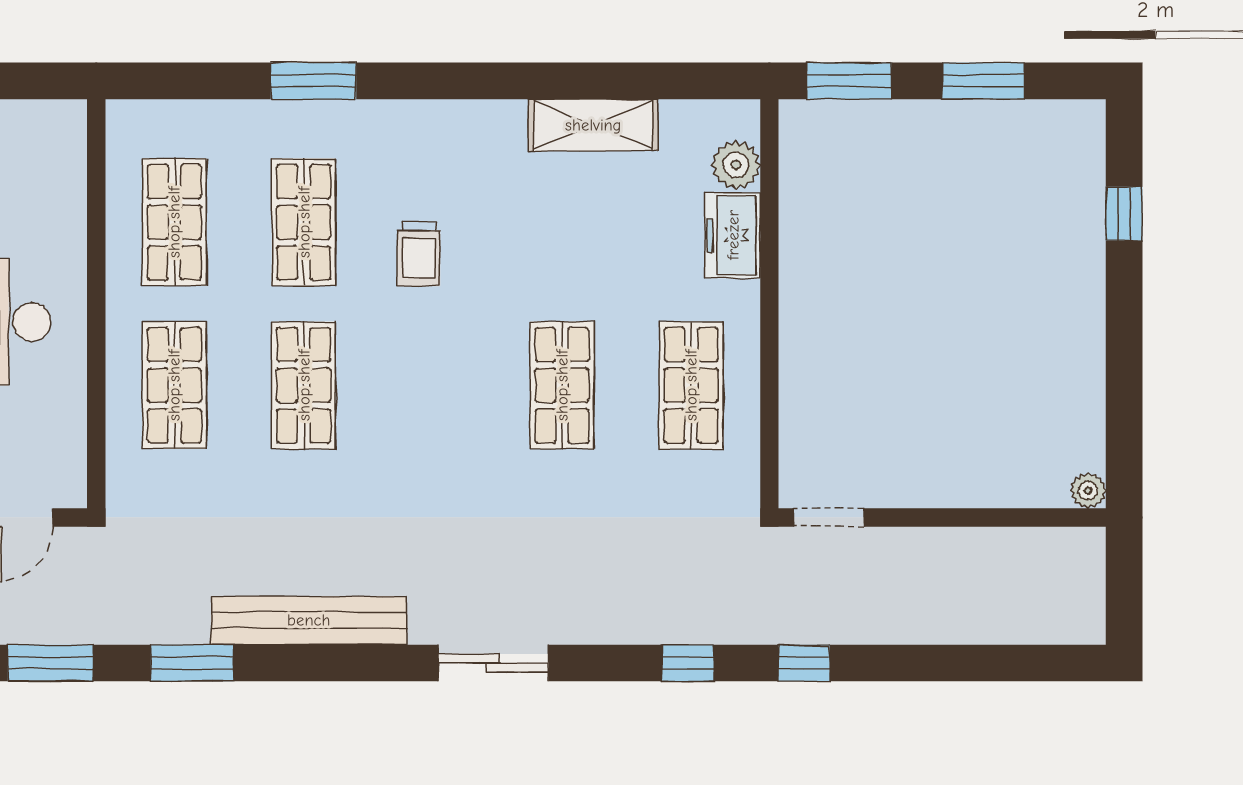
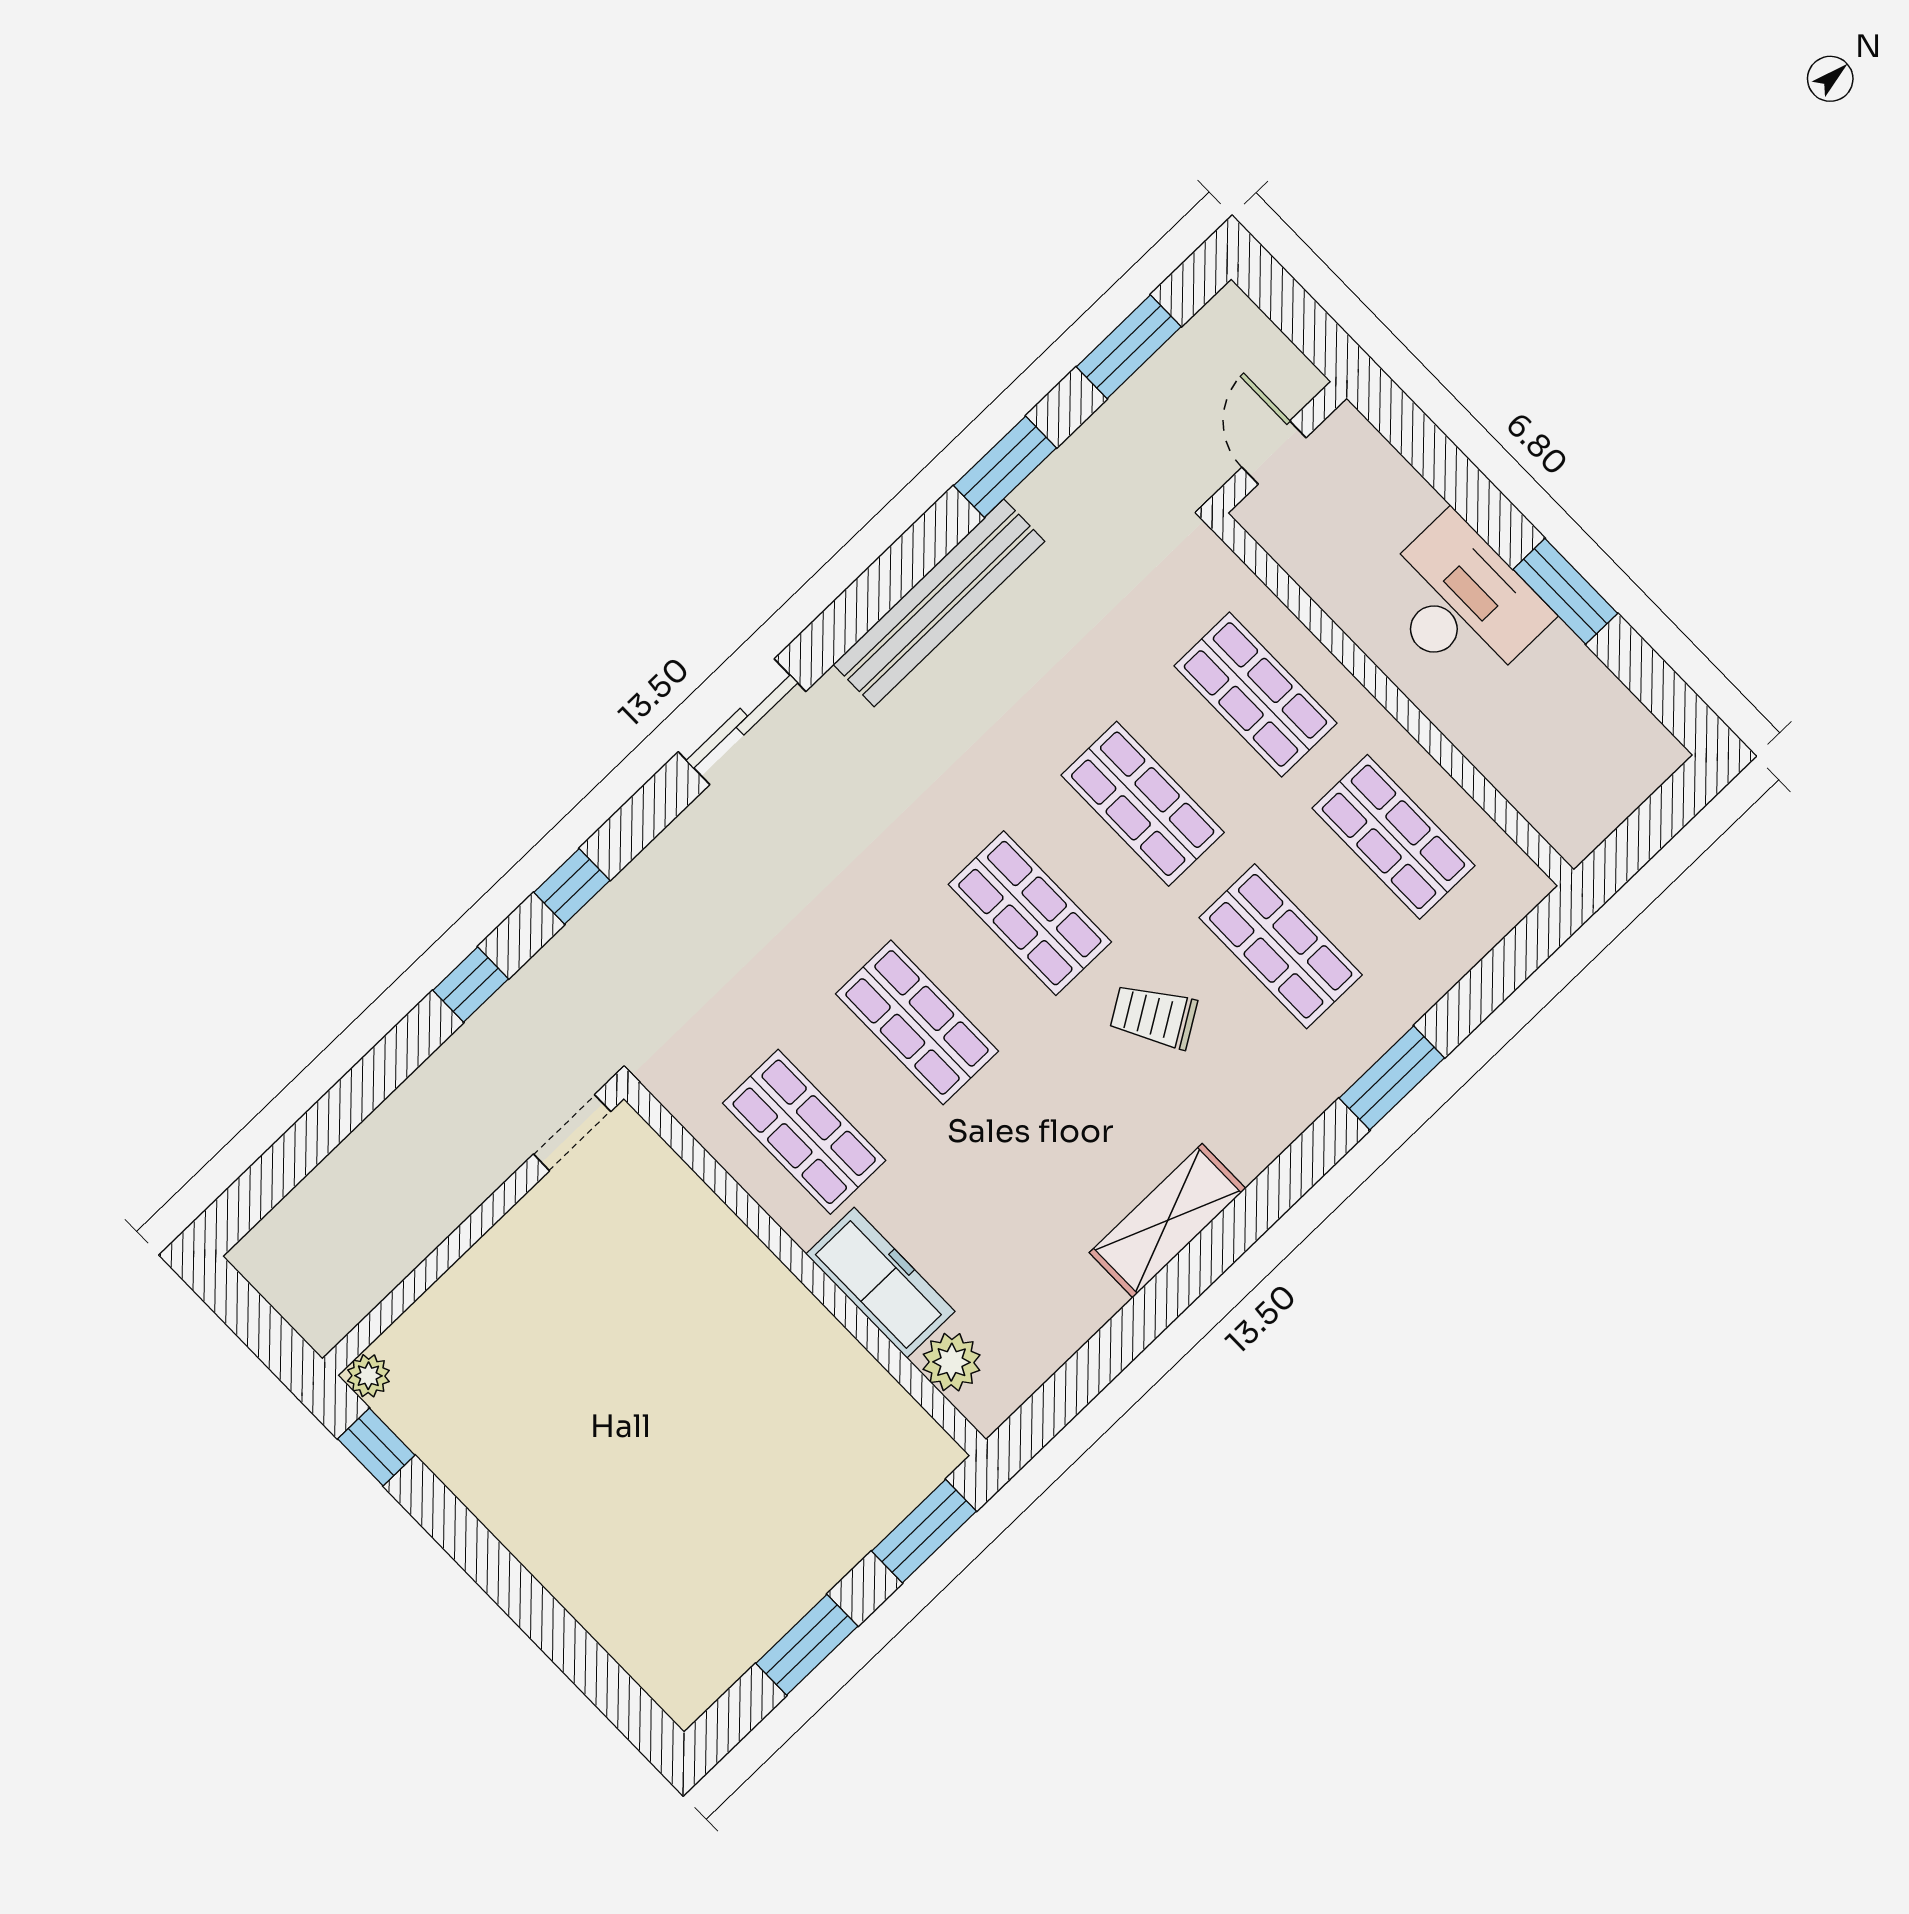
shelving: (593, 125) -> (1168, 1221), moved
window: (1124, 214) -> (376, 1447), moved
freezer: (733, 235) -> (880, 1283), width x1.40
trolley: (419, 254) -> (1154, 1016), turned -32
shop shelf: (433, 385) -> (1030, 913), added

